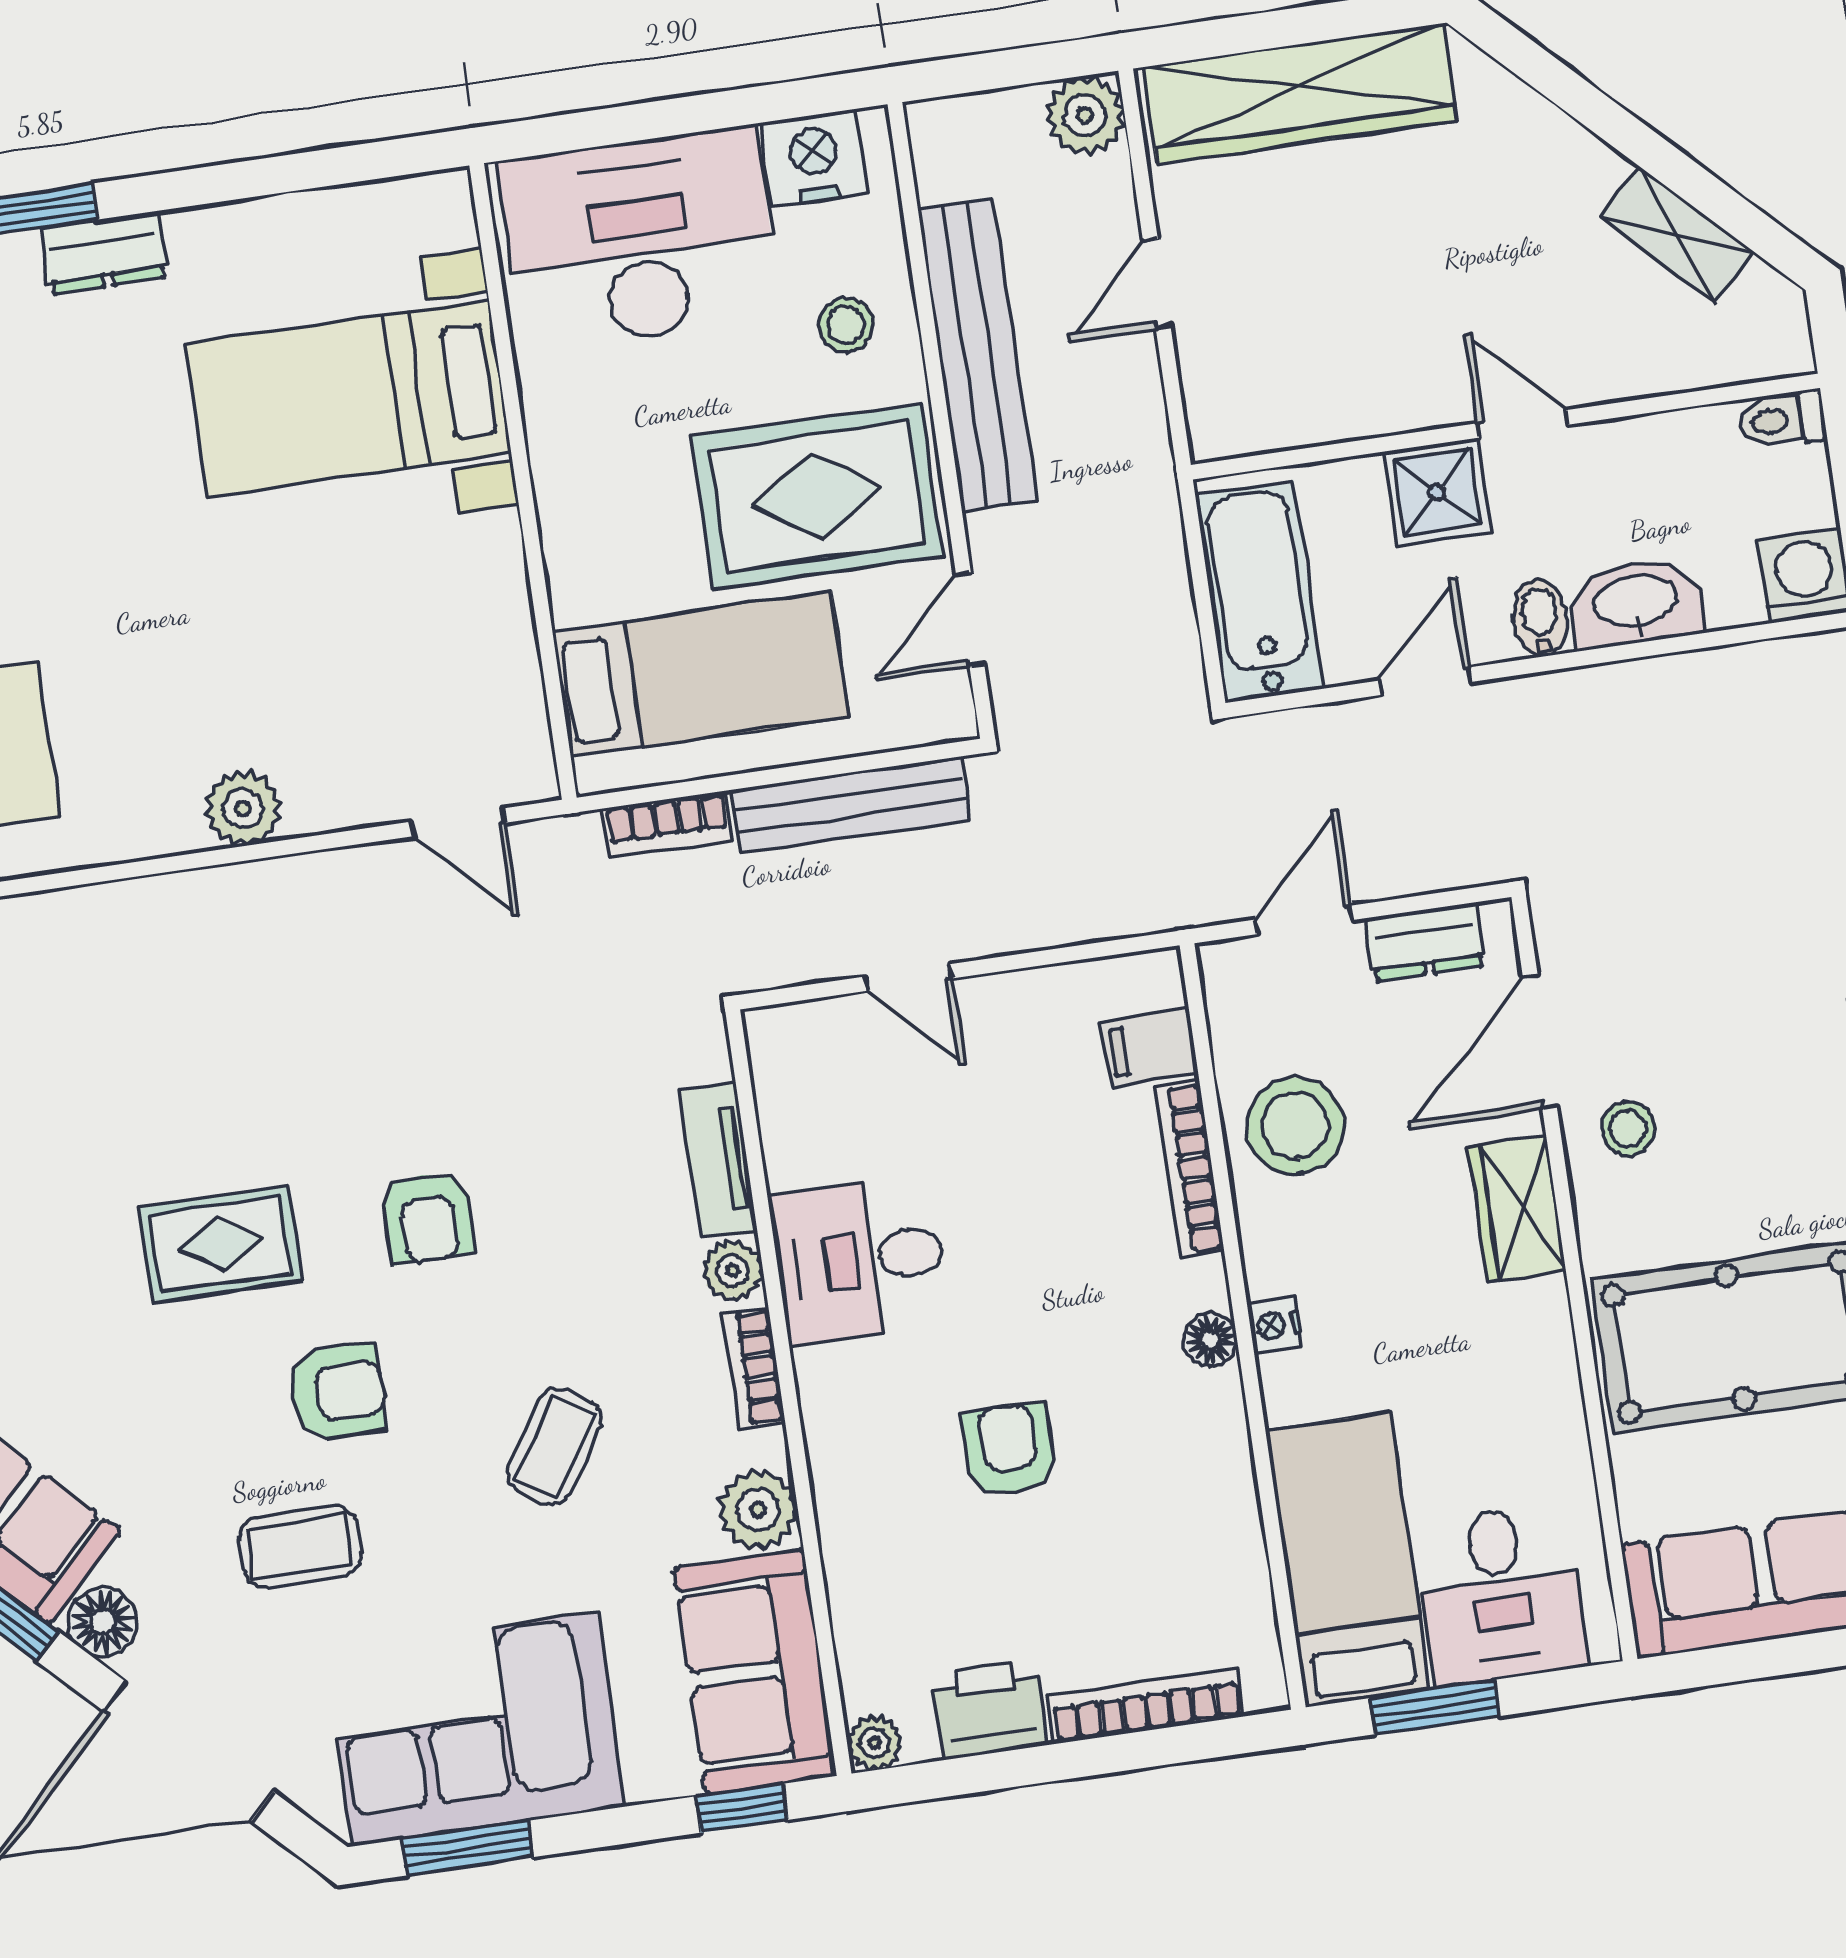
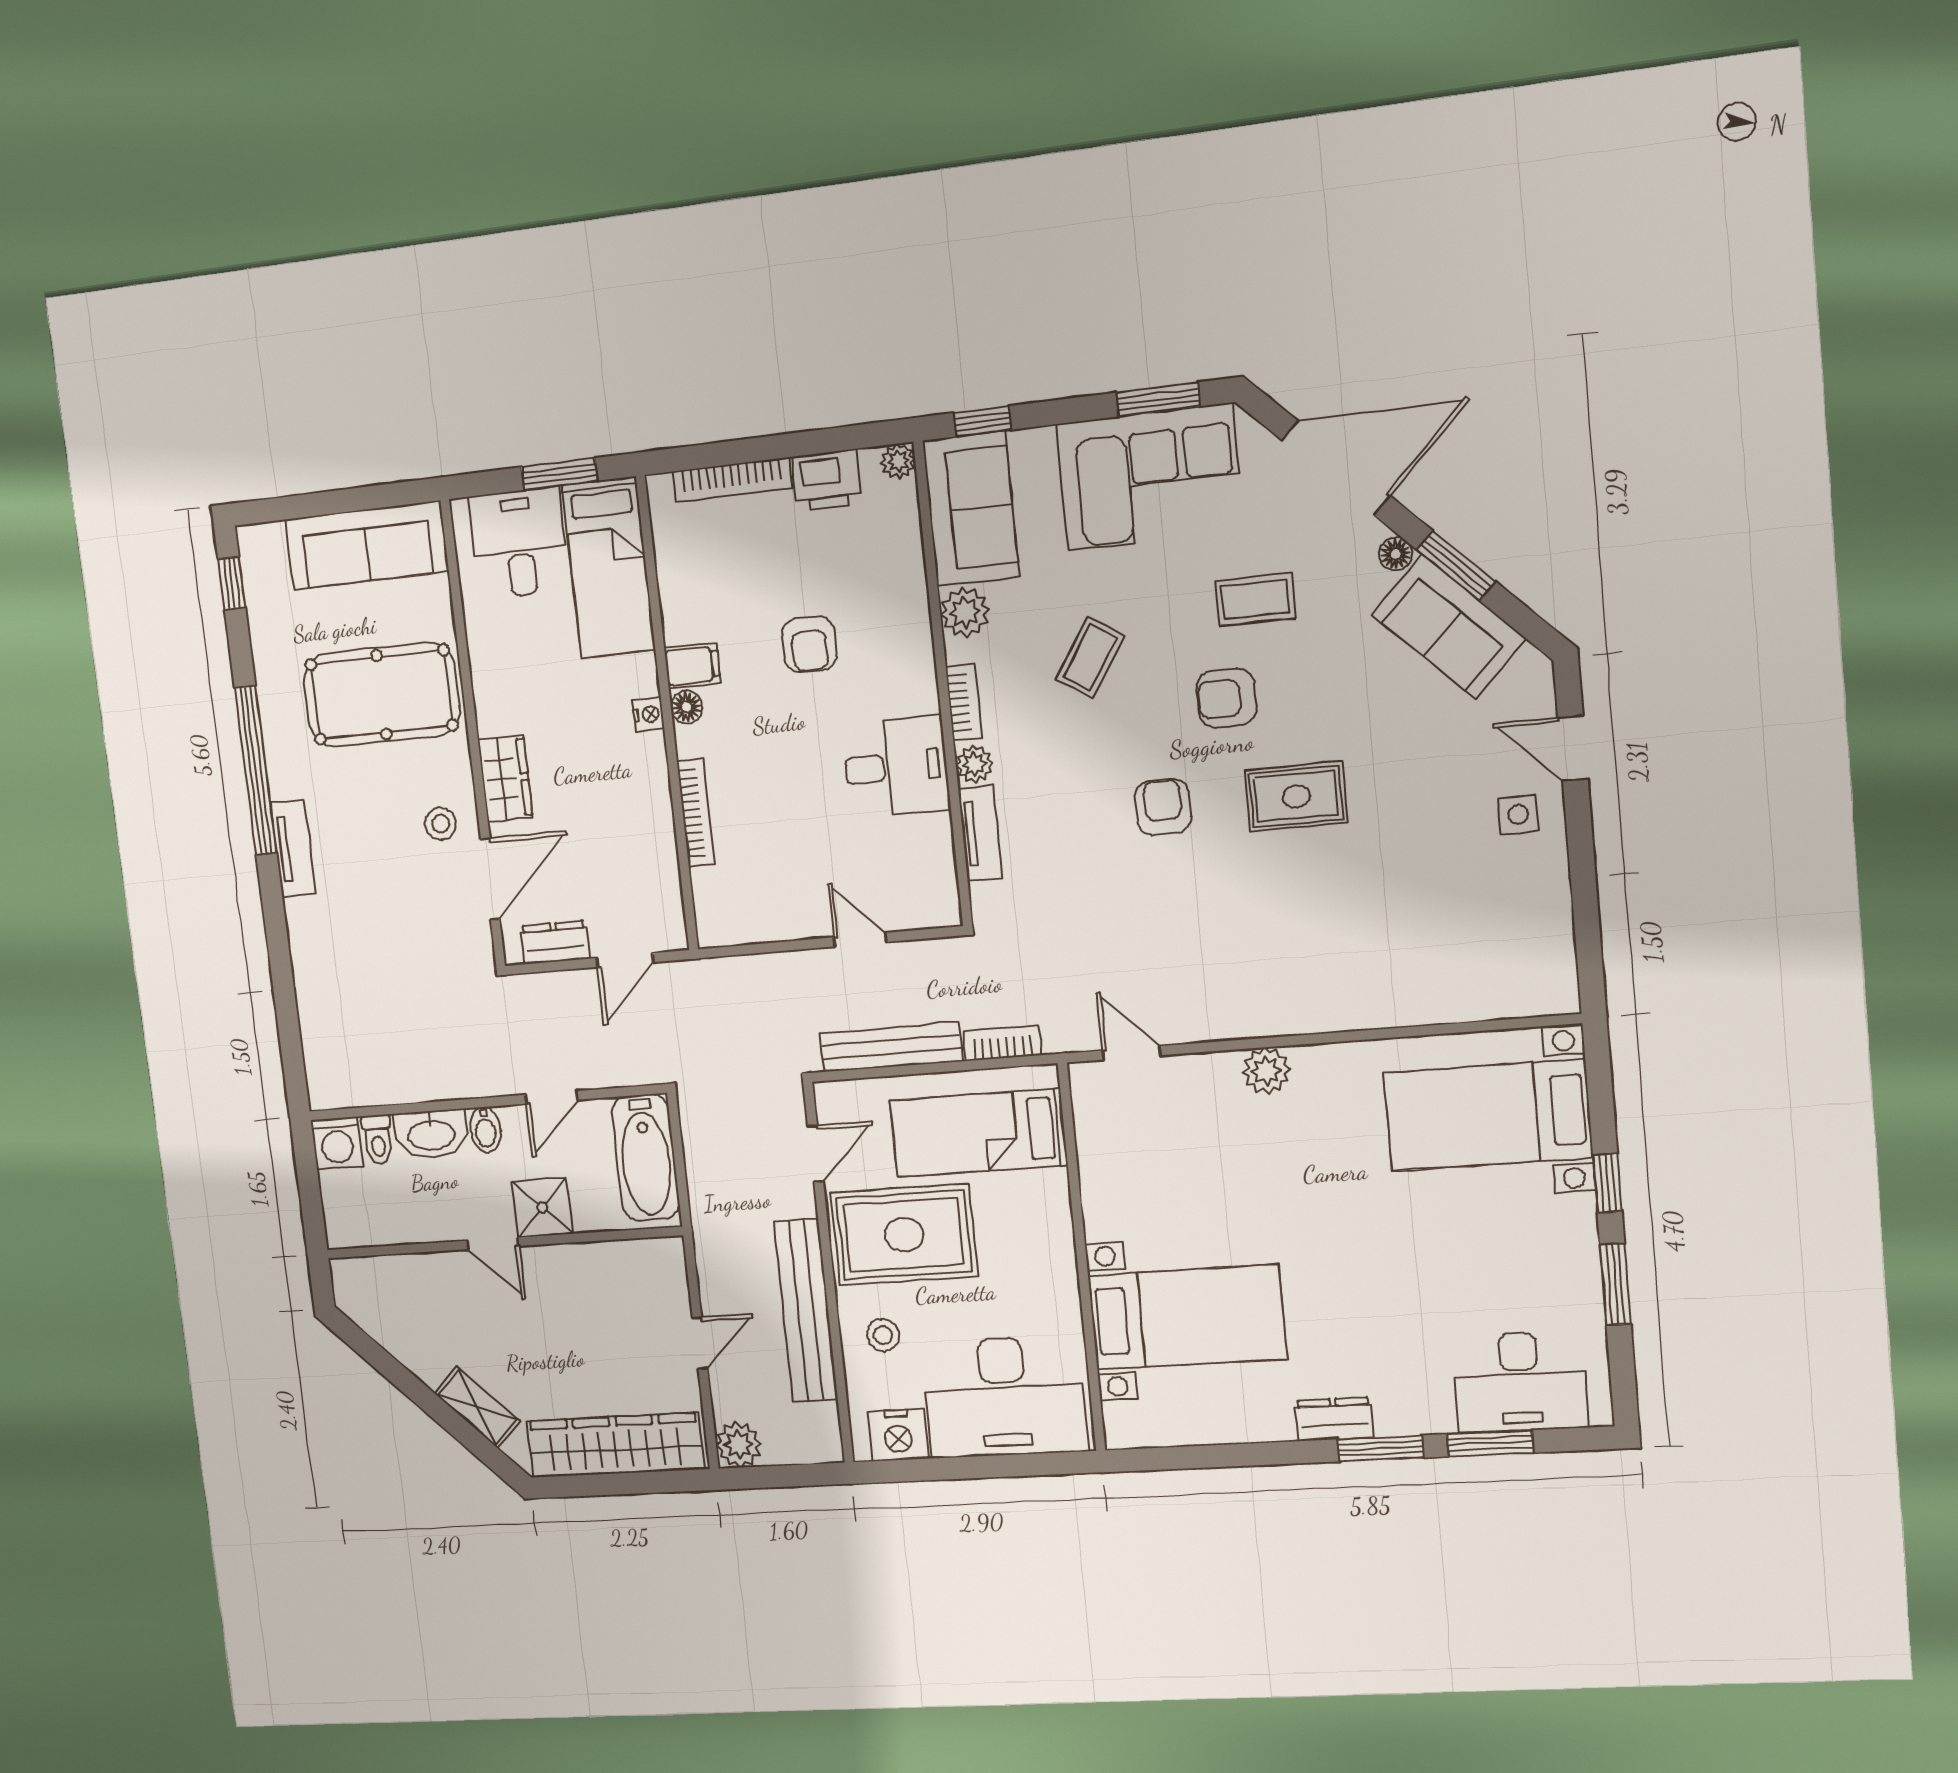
shelving: (1677, 235) -> (477, 1407), moved
toilet: (1782, 420) -> (378, 1140), moved, turned 90
filing cabinet: (1150, 1048) -> (692, 666), moved
stool: (1295, 1126) -> (633, 836), removed
floor lamp: (103, 1622) -> (1396, 554), width x0.73, depth x0.73

